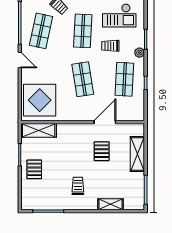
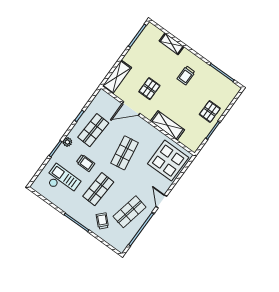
shelving: (39, 130) -> (167, 125), moved
shelving: (137, 154) -> (117, 77), moved

